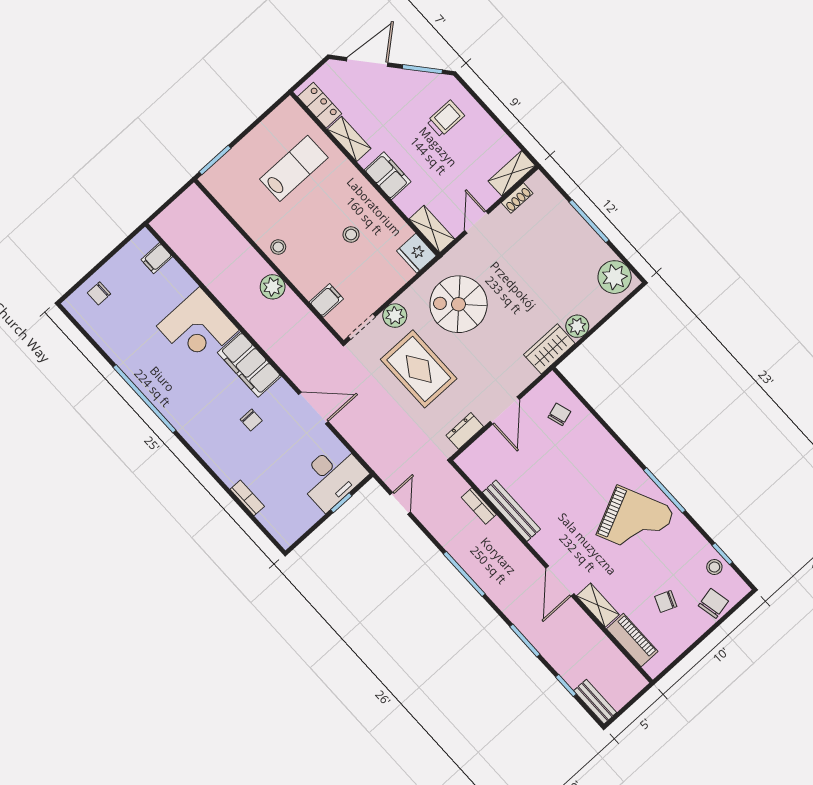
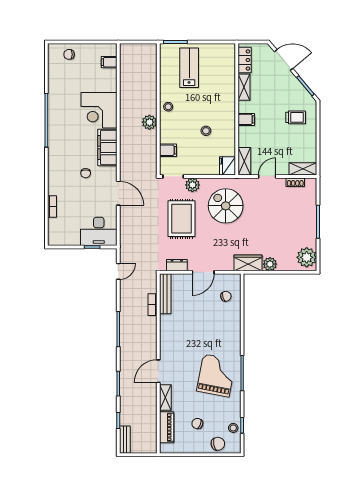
lab bench: (294, 168) -> (189, 68), moved, turned -90
filing cabinet: (388, 176) -> (246, 119), width x0.50
bench: (511, 511) -> (165, 294), moved
grand piano: (635, 522) -> (216, 375), turned -144

